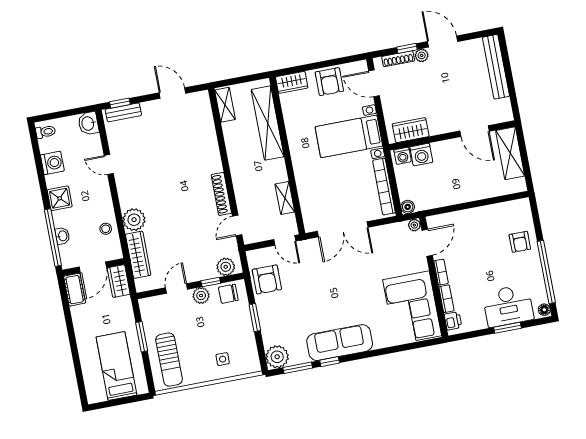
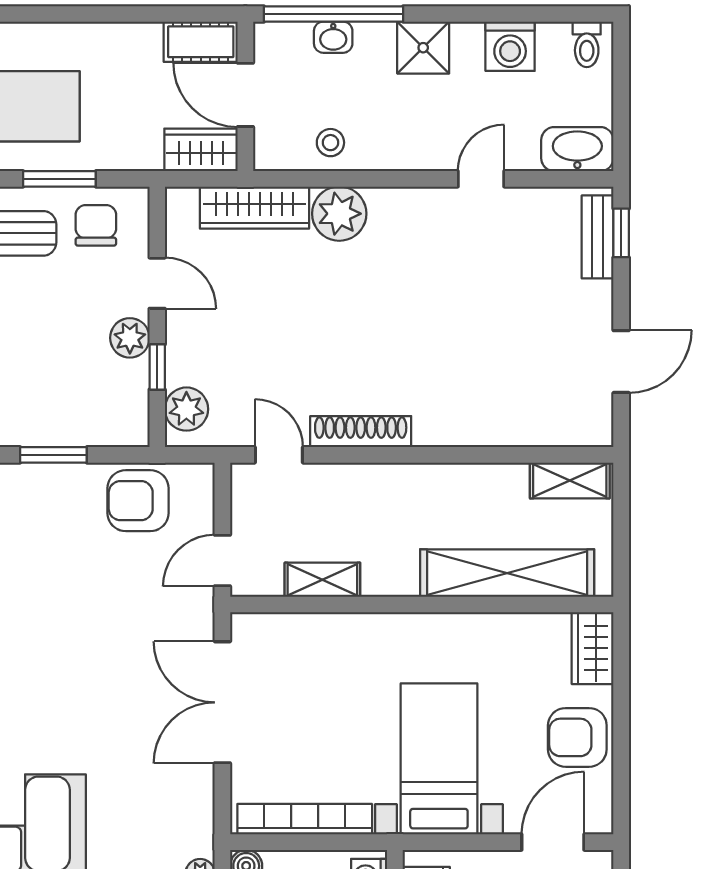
washbasin: (88, 123) -> (577, 149), width x1.38
chair: (228, 294) -> (96, 225), moved

